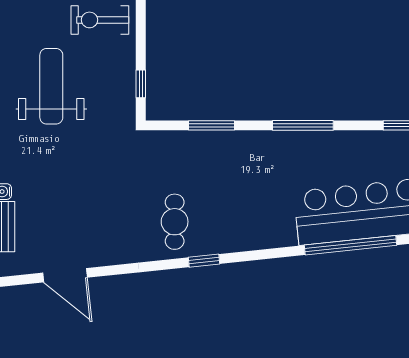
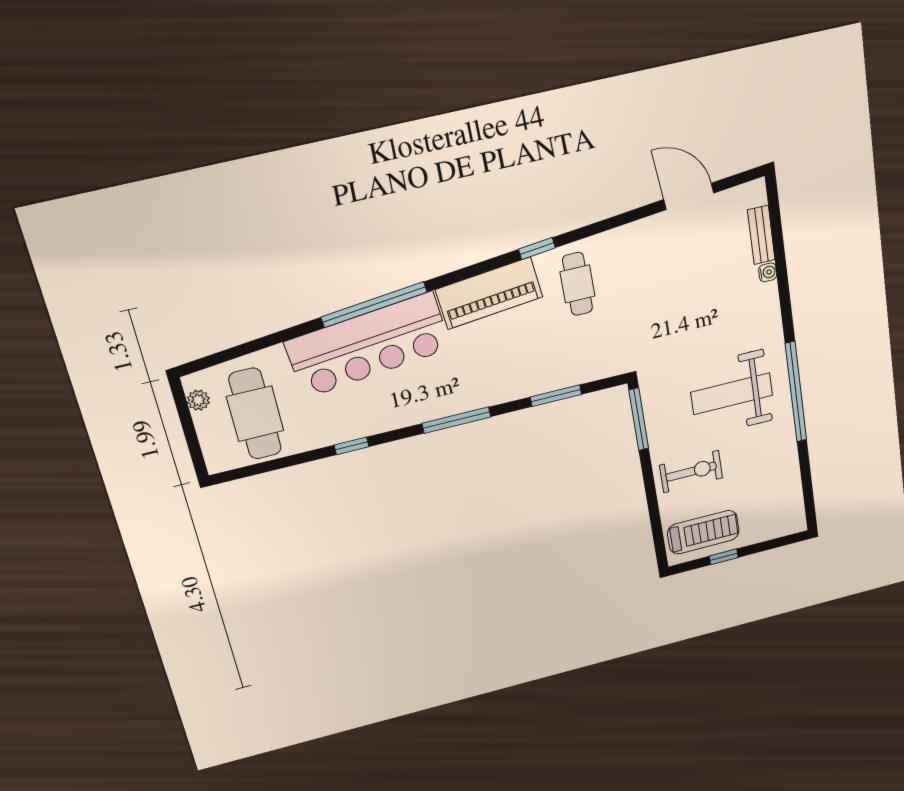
window: (141, 84) -> (639, 419), width x2.17
weight bench: (51, 86) -> (732, 394), turned 90
piano: (252, 232) -> (489, 293), added

